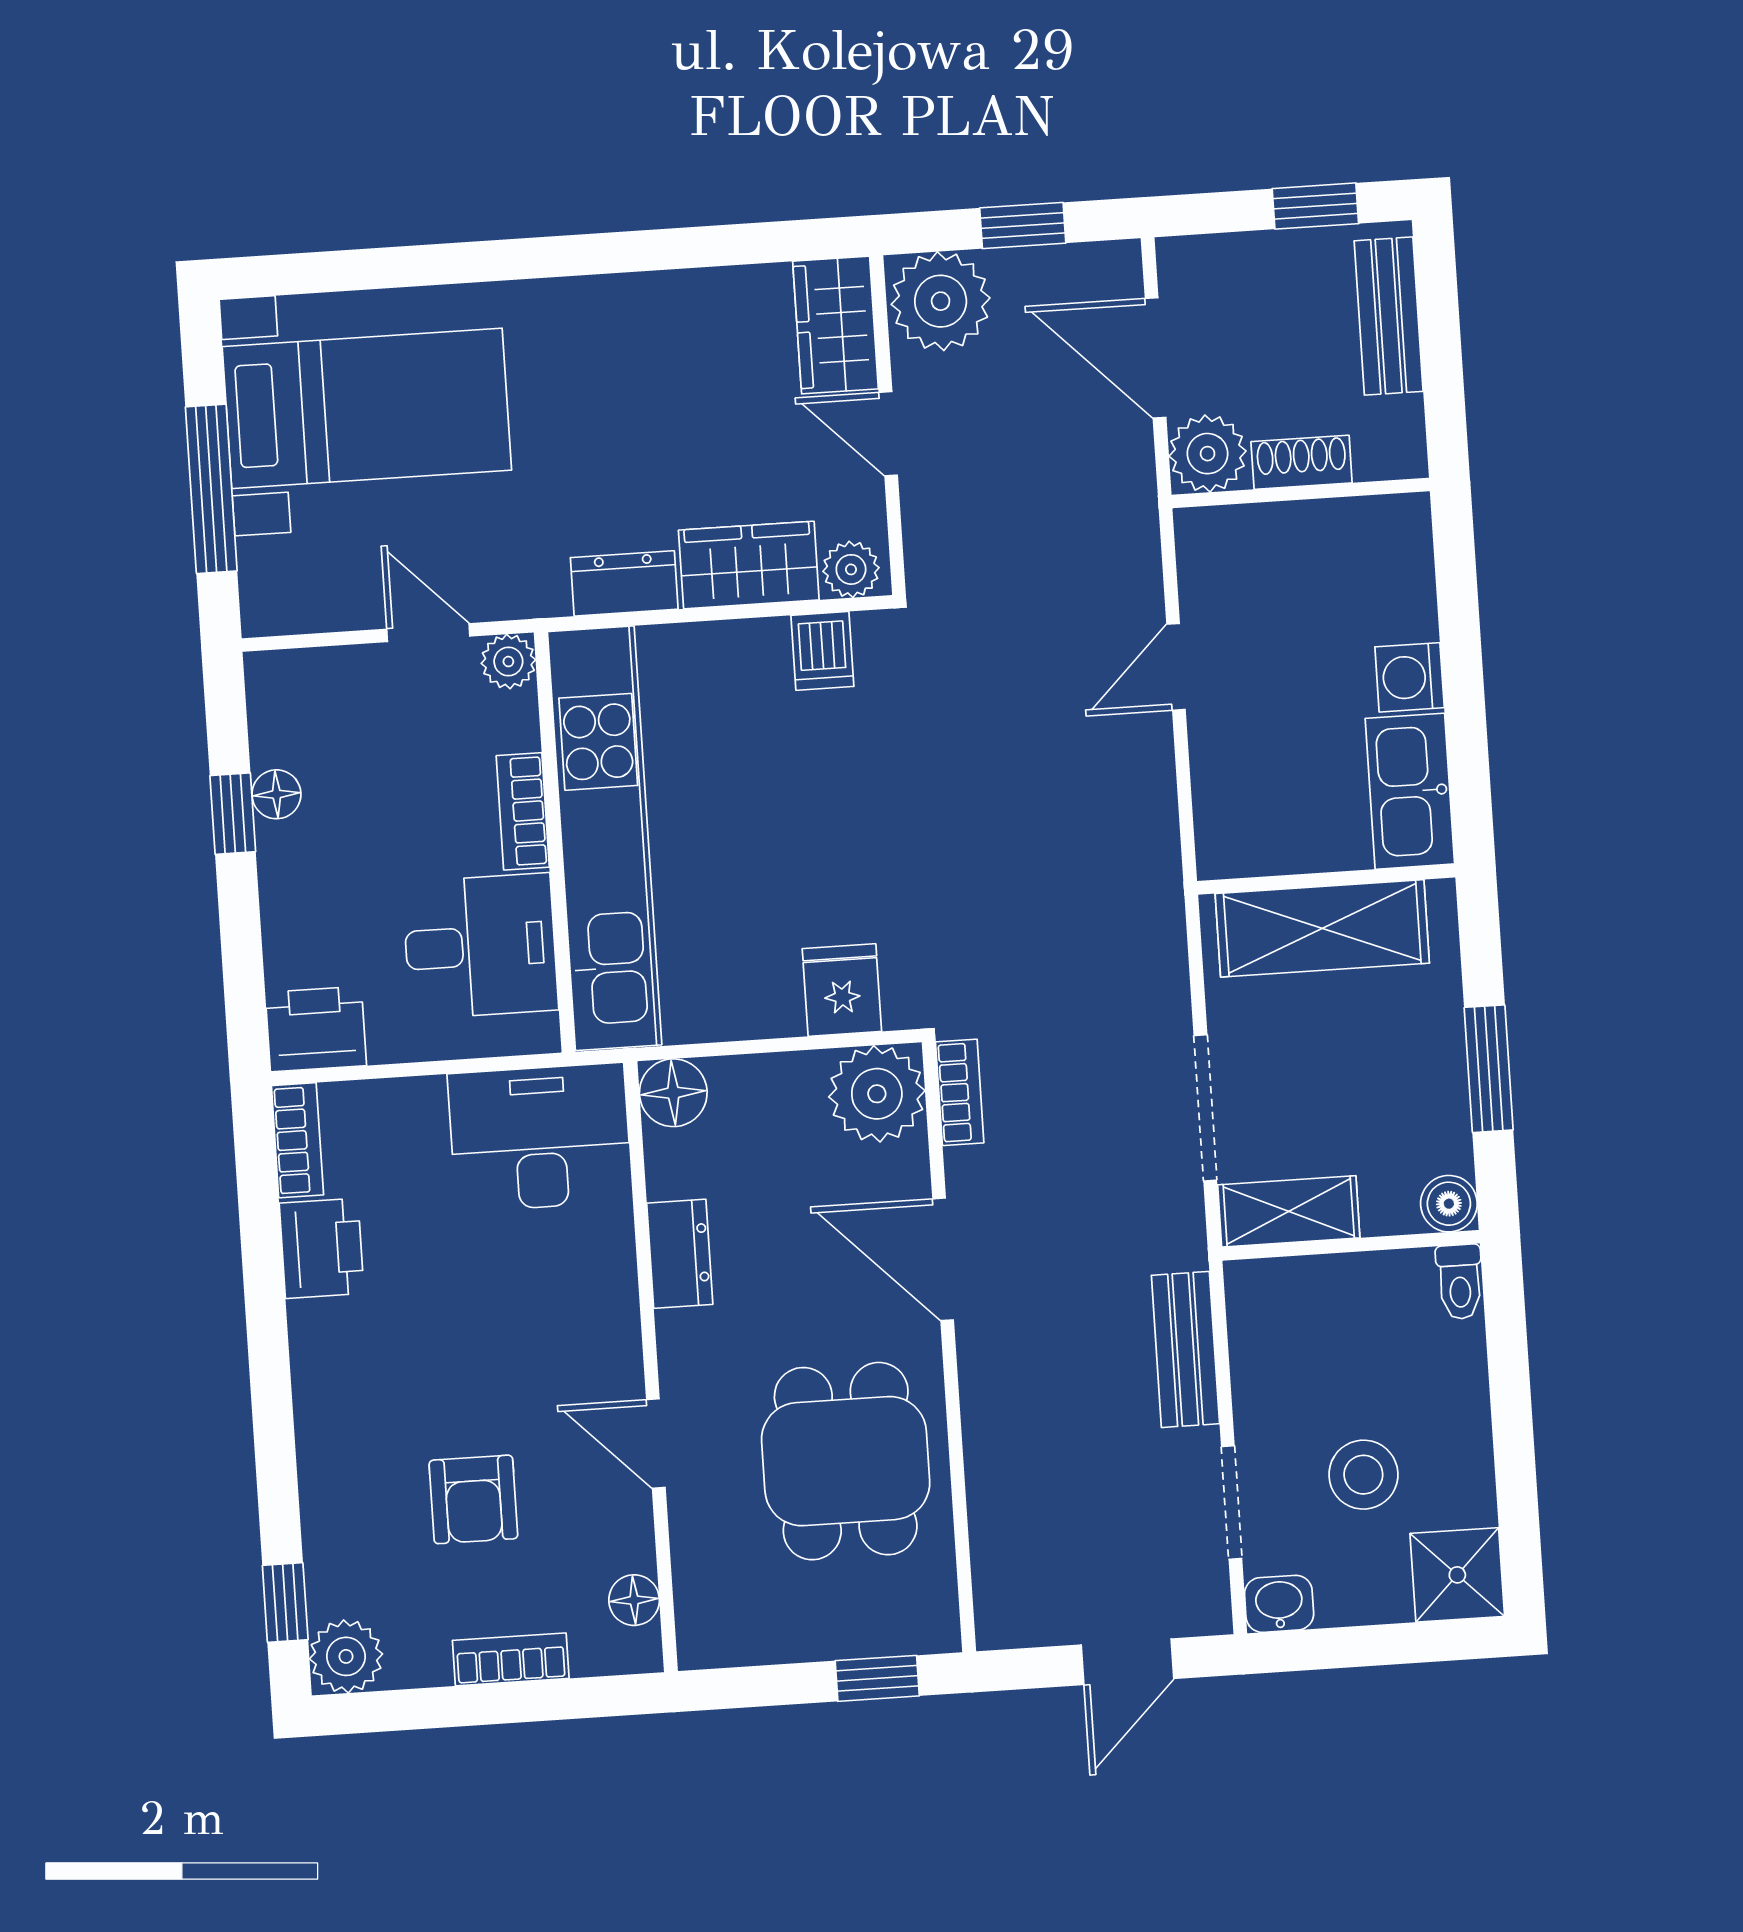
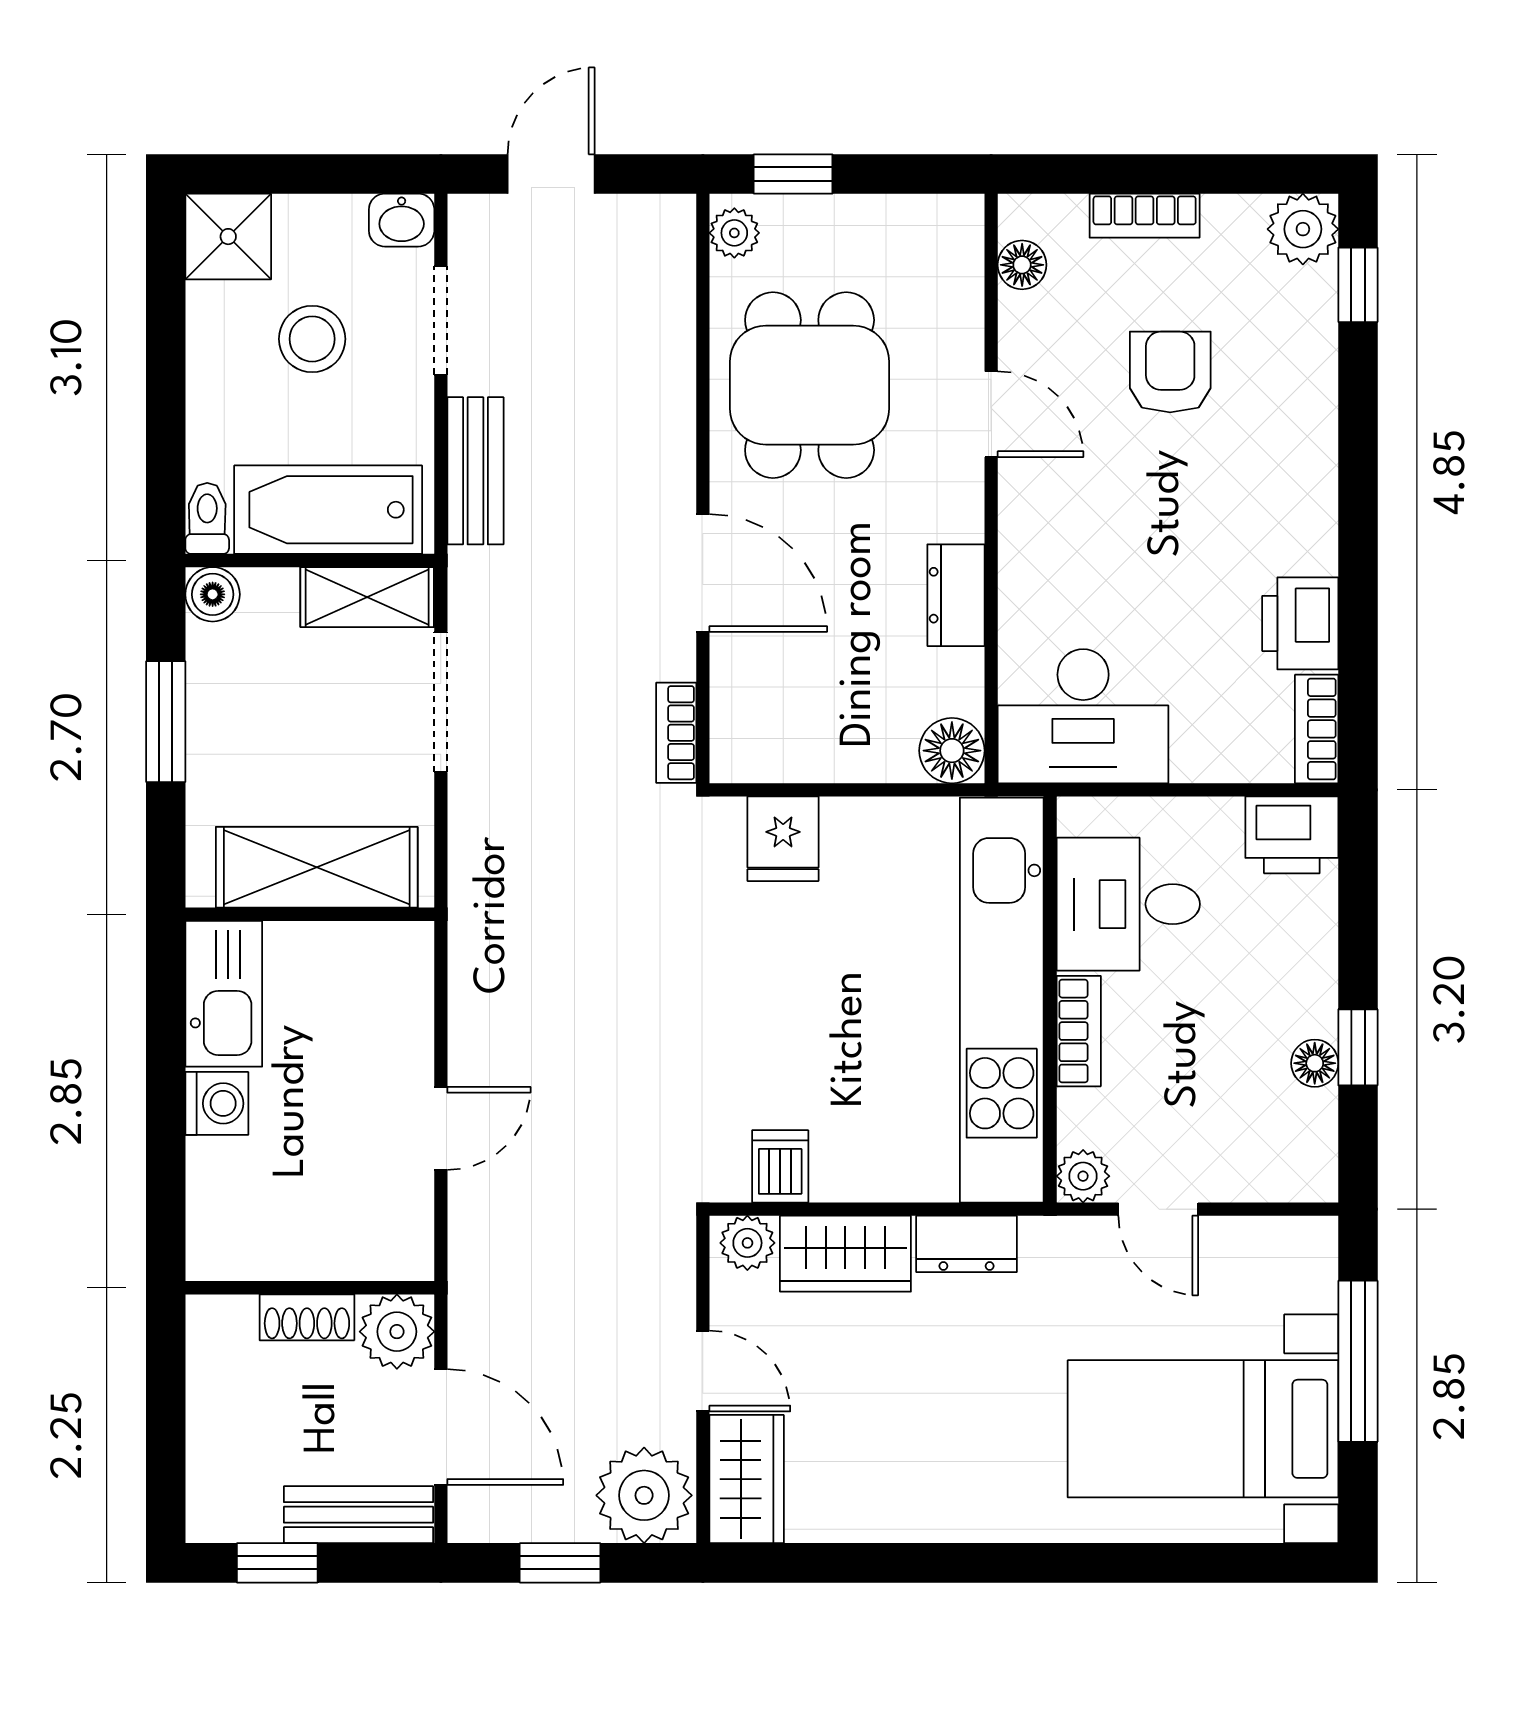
bench: (1389, 316) -> (359, 1515), moved, turned 90
plant: (877, 1094) -> (734, 233), moved, width x0.53, depth x0.53
bathtub: (1335, 1299) -> (328, 510), added

